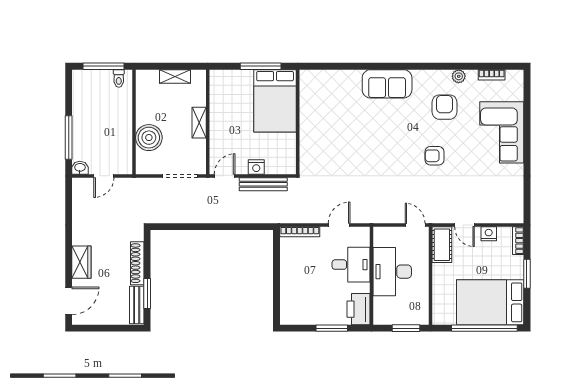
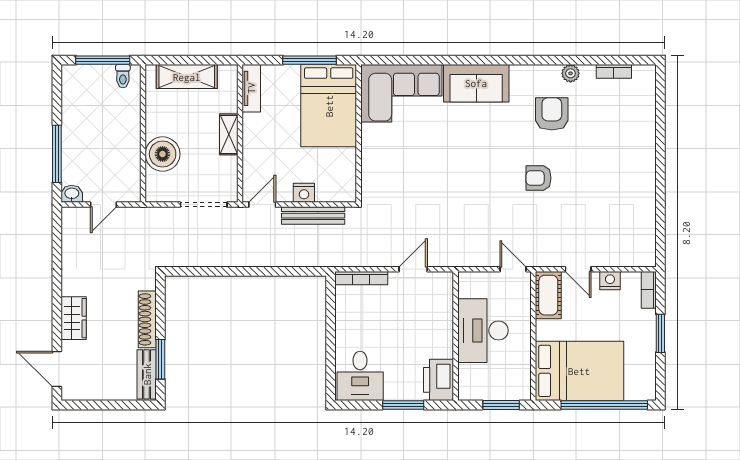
shelving: (175, 76) -> (187, 77), width x1.50, depth x1.33
tv unit: (216, 88) -> (251, 88), added
corner sofa: (502, 132) -> (401, 93), moved, turned -90
desk: (351, 265) -> (360, 376), moved, turned 90
door: (69, 301) -> (57, 369), swing flipped
bed: (490, 302) -> (579, 371), moved, turned 180

